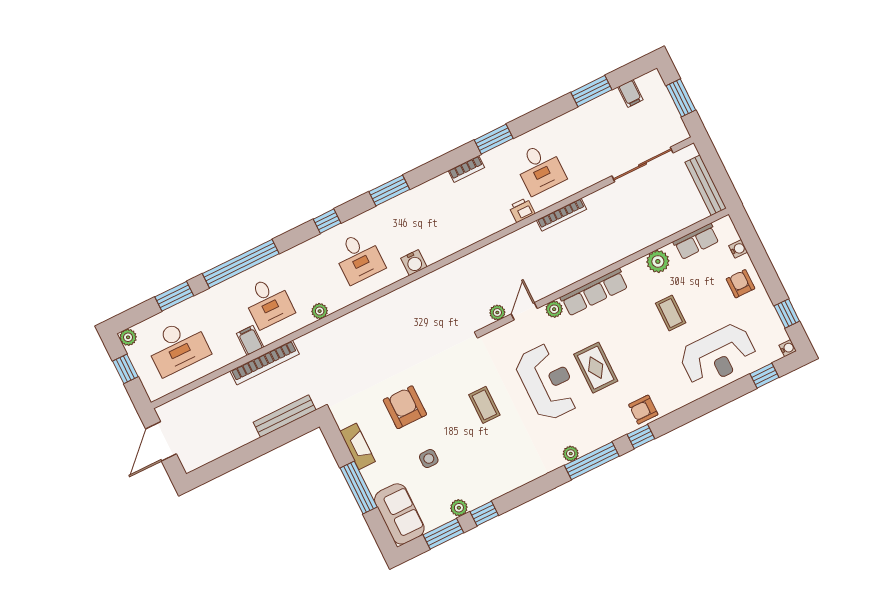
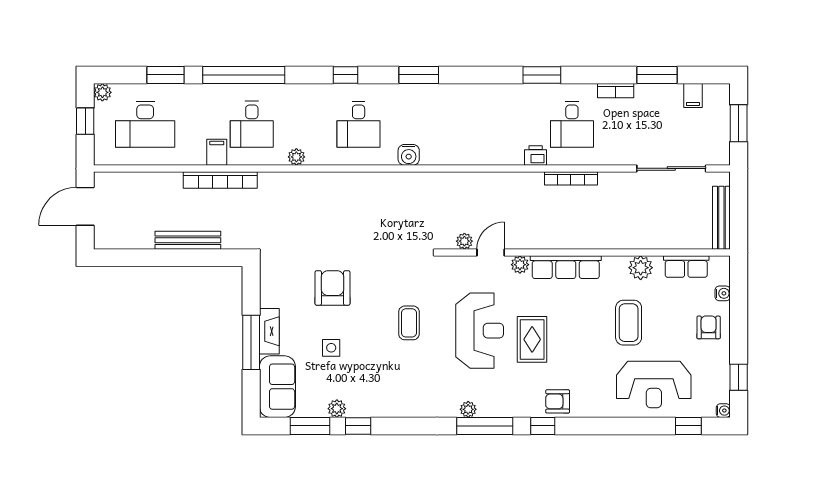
bookcase: (466, 169) -> (616, 91), moved
coffee table: (671, 313) -> (629, 323), width x1.36, depth x1.30
bench: (285, 416) -> (188, 240), moved
fireplace: (358, 446) -> (269, 331), moved

